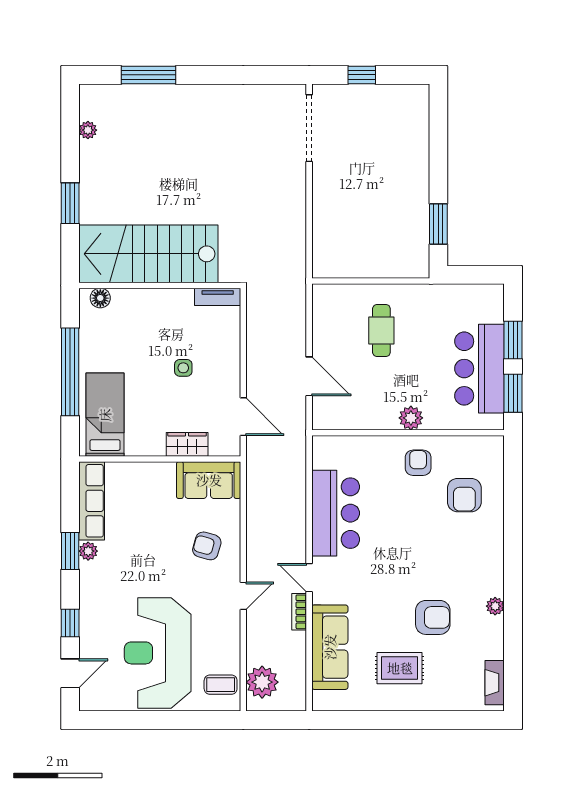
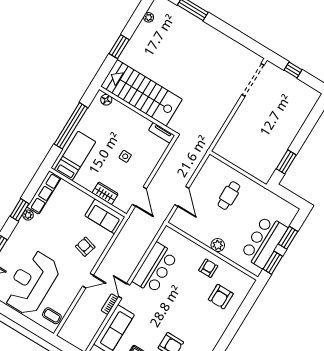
plant: (262, 682) -> (72, 326), removed

